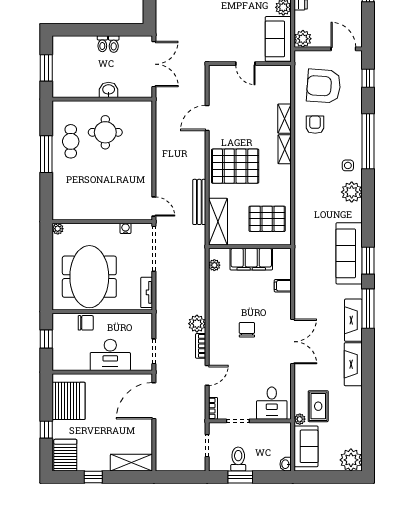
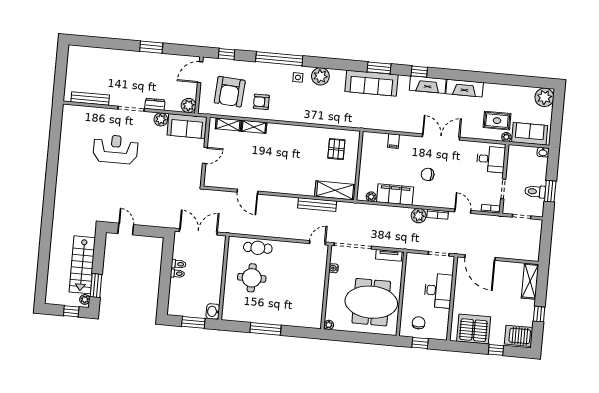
washbasin: (109, 90) -> (213, 311), moved
cafe table: (71, 141) -> (258, 248), moved
shelving: (285, 149) -> (228, 124), moved
pallet: (235, 166) -> (290, 172), removed
pallet: (267, 219) -> (336, 149), width x0.67, depth x0.71
filing cabinet: (251, 259) -> (395, 195), moved, turned -90
window: (368, 309) -> (419, 72), width x0.46
chair: (86, 323) -> (419, 323), moved

